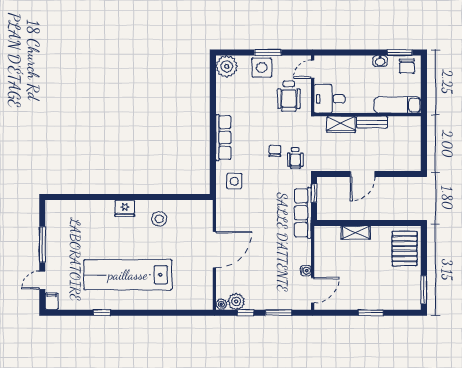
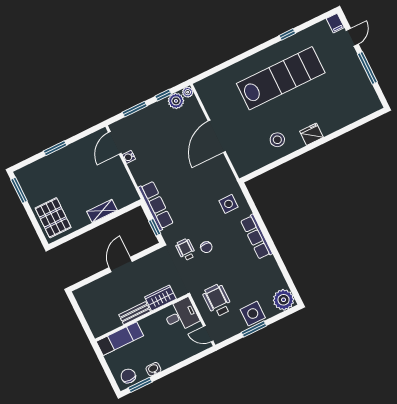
door: (313, 69) -> (208, 334), swing flipped

